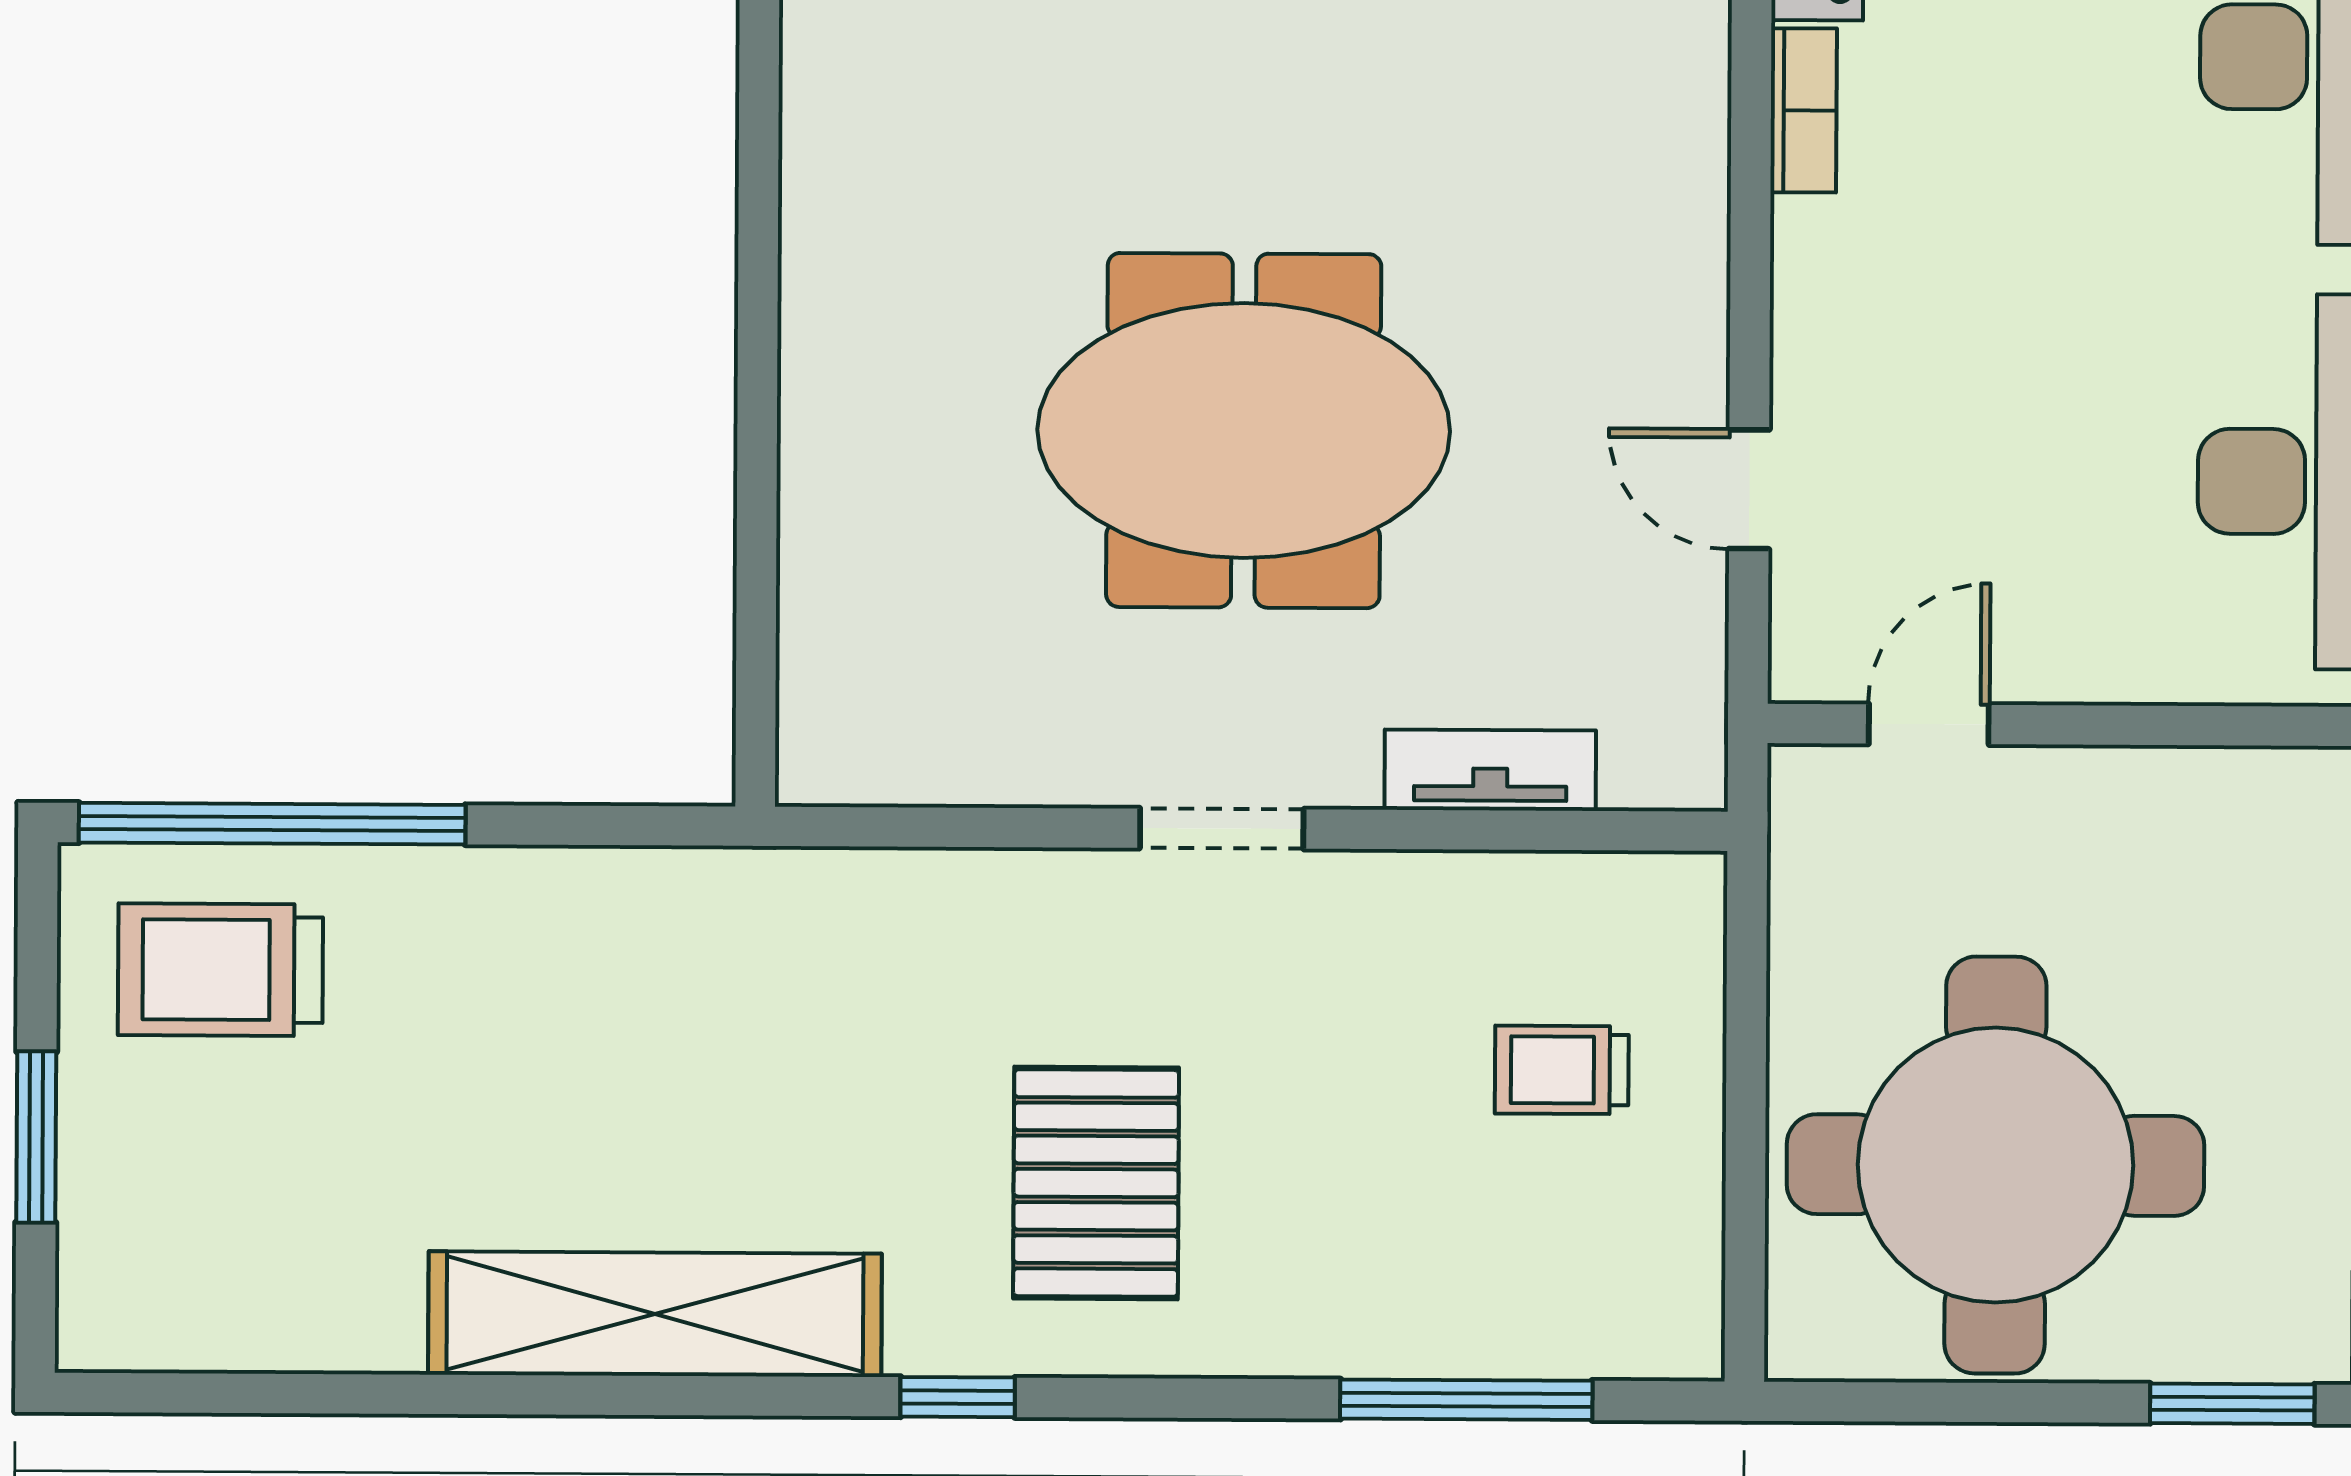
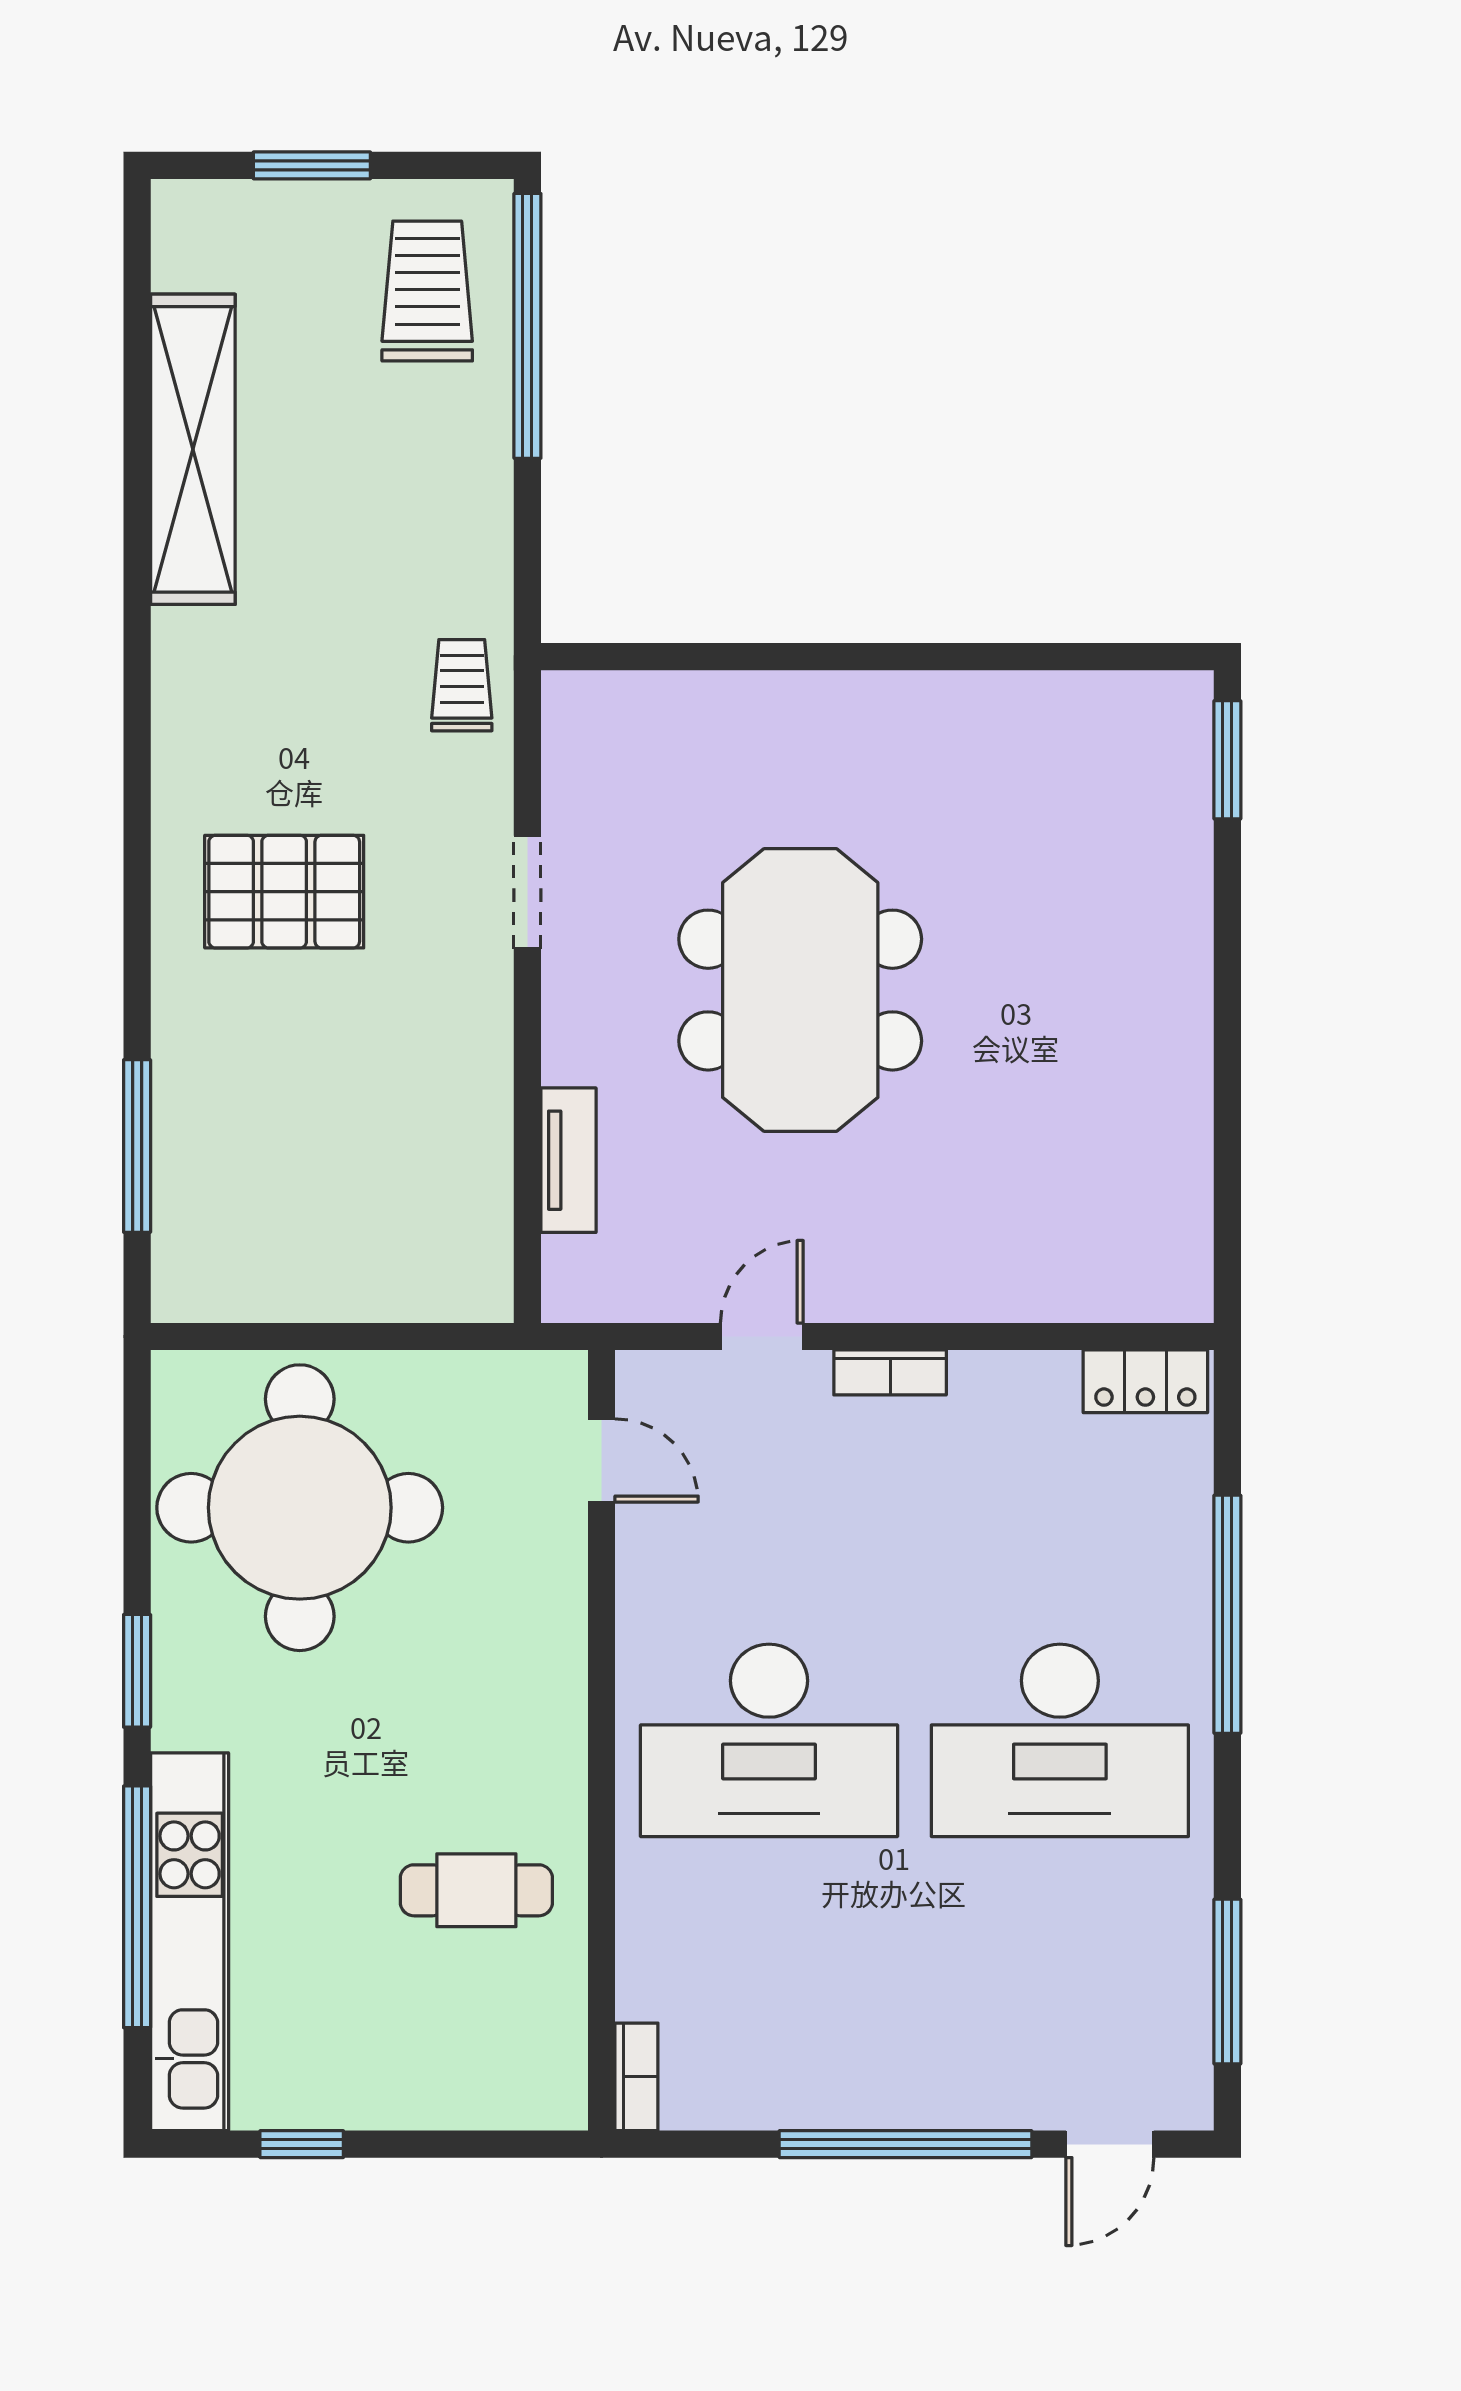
bookcase: (1804, 110) -> (890, 1372), moved
doorway: (1222, 829) -> (527, 892), moved
trolley: (1562, 1070) -> (462, 685), moved
shelving: (655, 1314) -> (193, 449), moved
window: (958, 1397) -> (137, 798), removed

